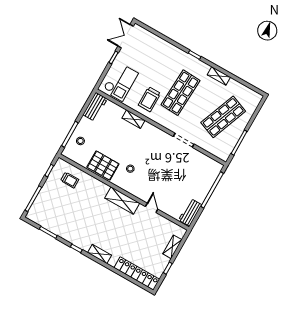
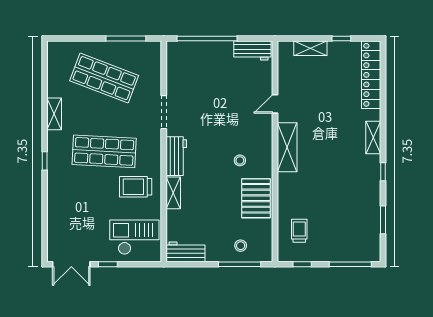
trolley: (149, 99) -> (136, 187), turned 180
workbench: (154, 133) -> (176, 156), added

